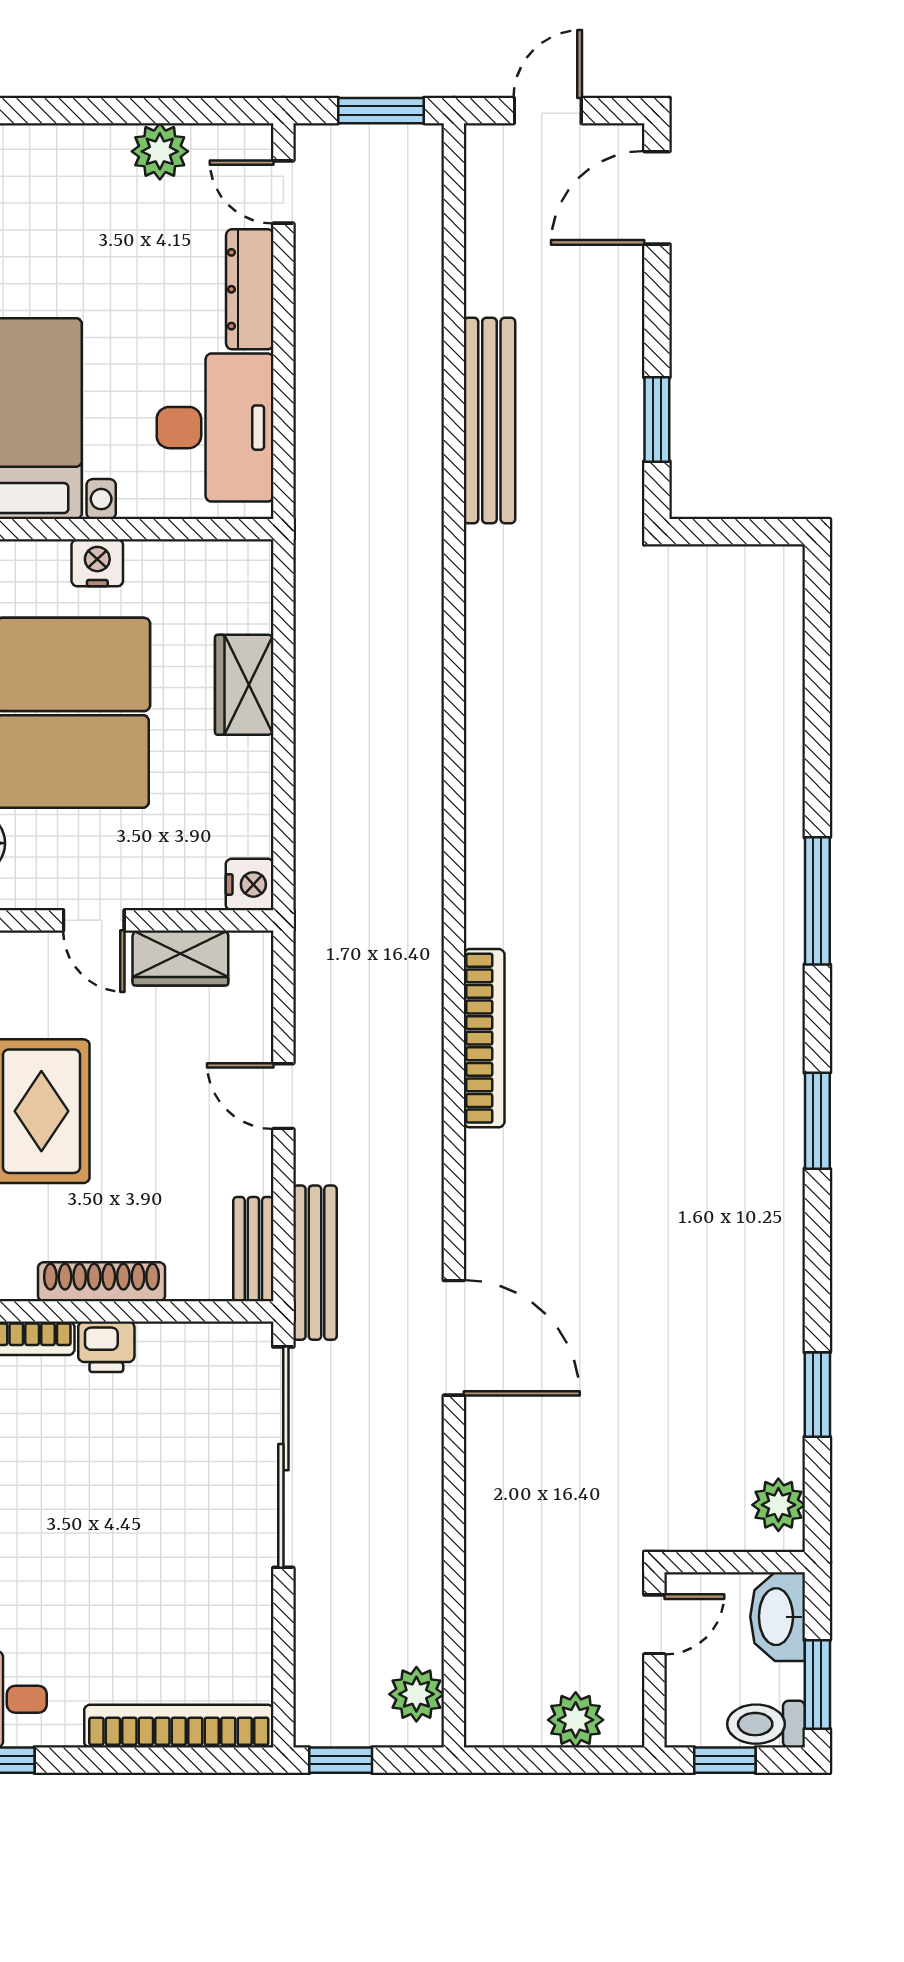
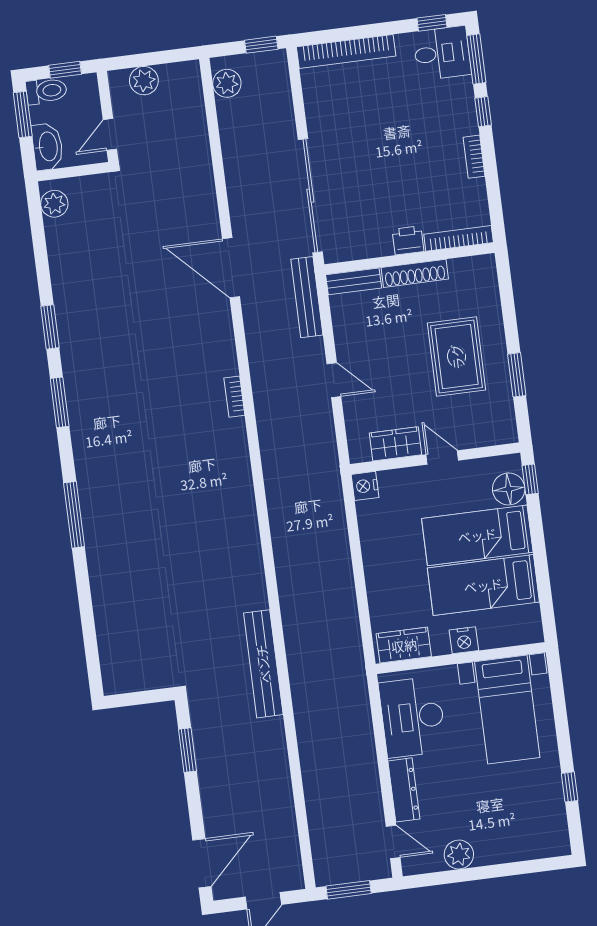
bench: (489, 421) -> (263, 664), moved
wardrobe: (244, 685) -> (404, 645), moved, turned -90
bookcase: (484, 1038) -> (234, 397), width x0.43, depth x0.76
bench: (253, 1249) -> (354, 281), moved, turned 90
window: (817, 1395) -> (50, 327), moved

